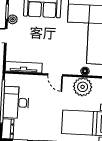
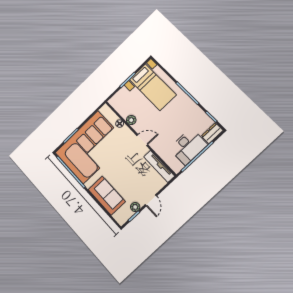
door: (55, 75) -> (142, 140), hinge flipped
plant: (83, 87) -> (131, 120), width x0.53, depth x0.53

